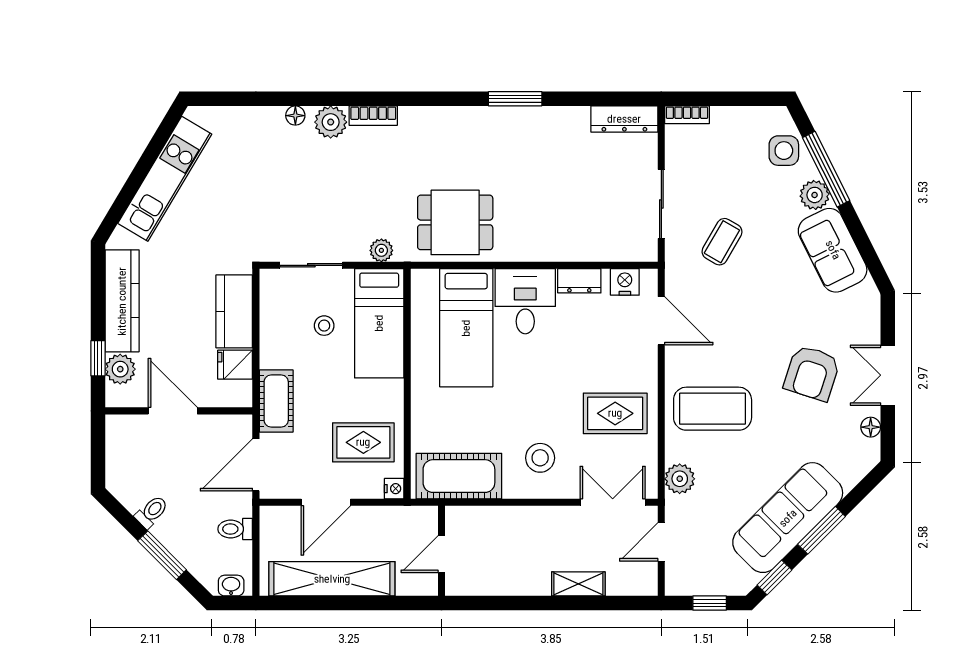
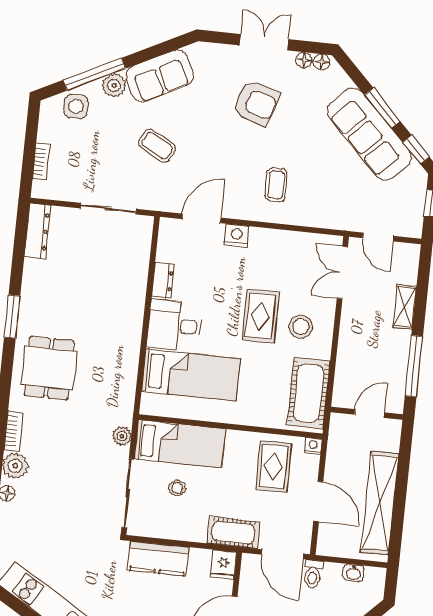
bookcase: (687, 115) -> (41, 162), moved
dining table: (455, 222) -> (49, 368), moved
coffee table: (722, 242) -> (157, 146), moved
sliding door: (311, 265) -> (128, 493), width x1.37
nightstand: (625, 282) -> (237, 236), moved, turned 90
fridge: (235, 365) -> (223, 565), moved
double door: (888, 375) -> (264, 42), swing flipped
coffee table: (713, 409) -> (276, 185), width x0.54, depth x0.58
rug: (615, 413) -> (260, 316), moved
floor lamp: (871, 449) -> (322, 62), added
plant: (680, 479) -> (329, 217), removed
toilet: (235, 529) -> (313, 574), moved
door: (441, 554) -> (369, 414), swing flipped
washbasin: (231, 586) -> (353, 573), moved, turned -90
window: (506, 603) -> (414, 366), added

